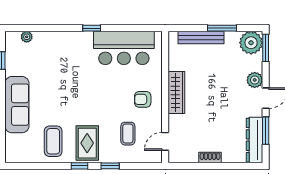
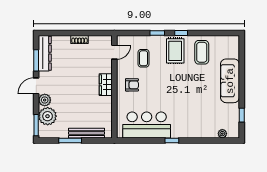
plant: (251, 43) -> (48, 116), moved
wardrobe: (176, 93) -> (106, 85), width x0.67

